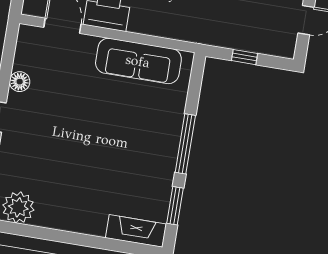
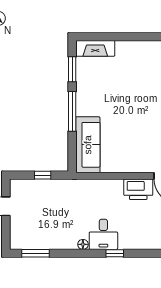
sofa: (138, 61) -> (88, 145), moved, turned 90

